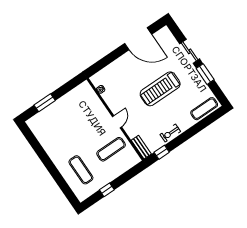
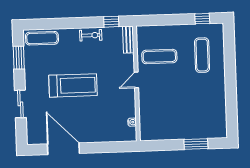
window: (205, 74) -> (19, 58), moved
window: (107, 190) -> (202, 19), moved

